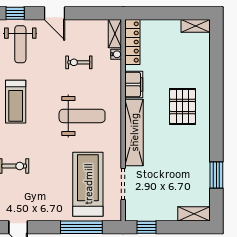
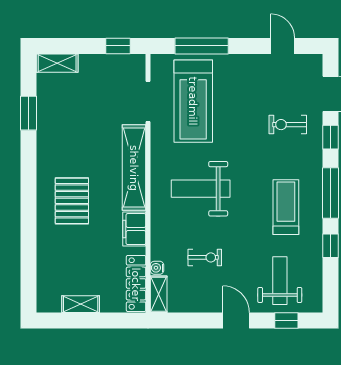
shelving: (196, 26) -> (81, 304), moved

